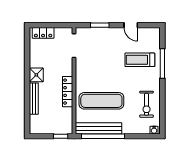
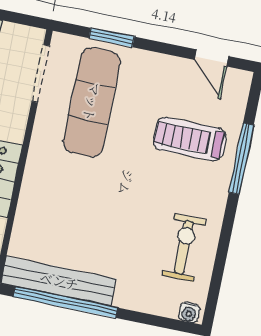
door: (131, 25) -> (211, 58), moved
exercise mat: (101, 101) -> (92, 102), moved, turned 90
exercise bike: (147, 104) -> (184, 247), turned 180

